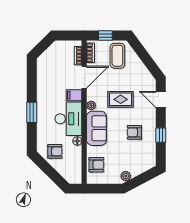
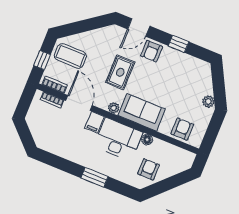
armchair: (134, 132) -> (152, 51), moved

